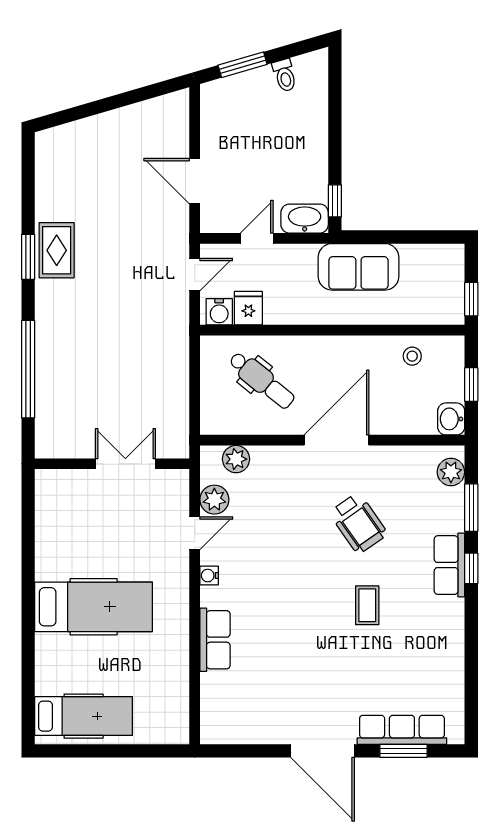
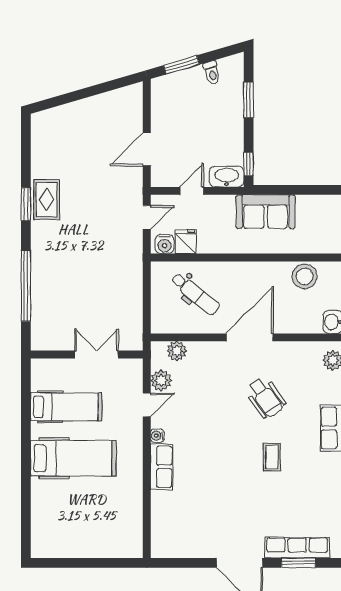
window: (335, 113) -> (249, 100), added
door: (195, 181) -> (147, 149), hinge flipped
stool: (412, 356) -> (305, 276), width x1.89, depth x1.89
row of seats: (215, 640) -> (162, 467), moved
hospital bed: (84, 716) -> (66, 407), moved

